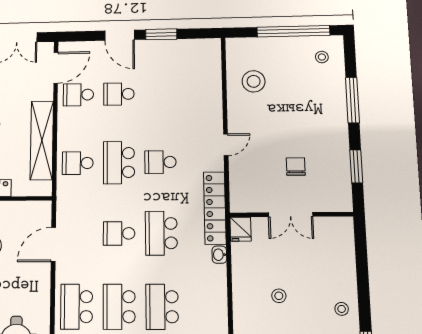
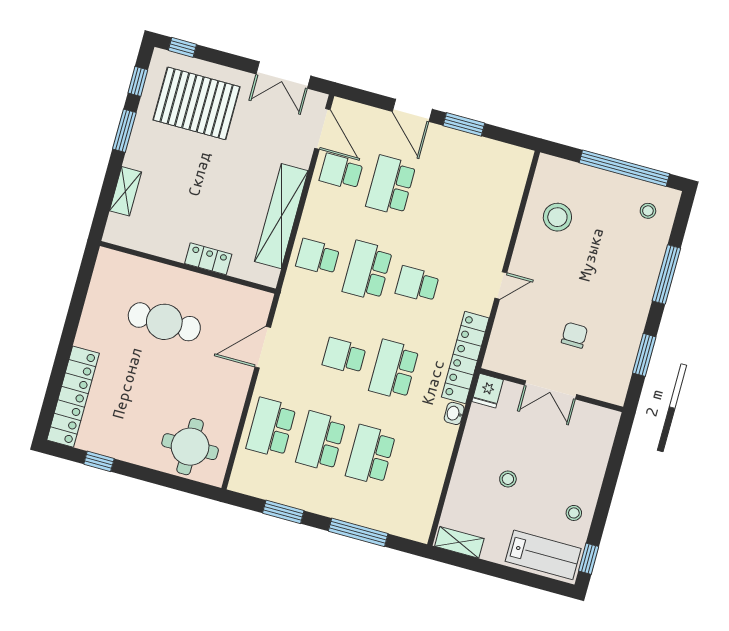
door: (56, 68) -> (322, 129), hinge flipped
school desk: (119, 94) -> (391, 185), width x1.85

